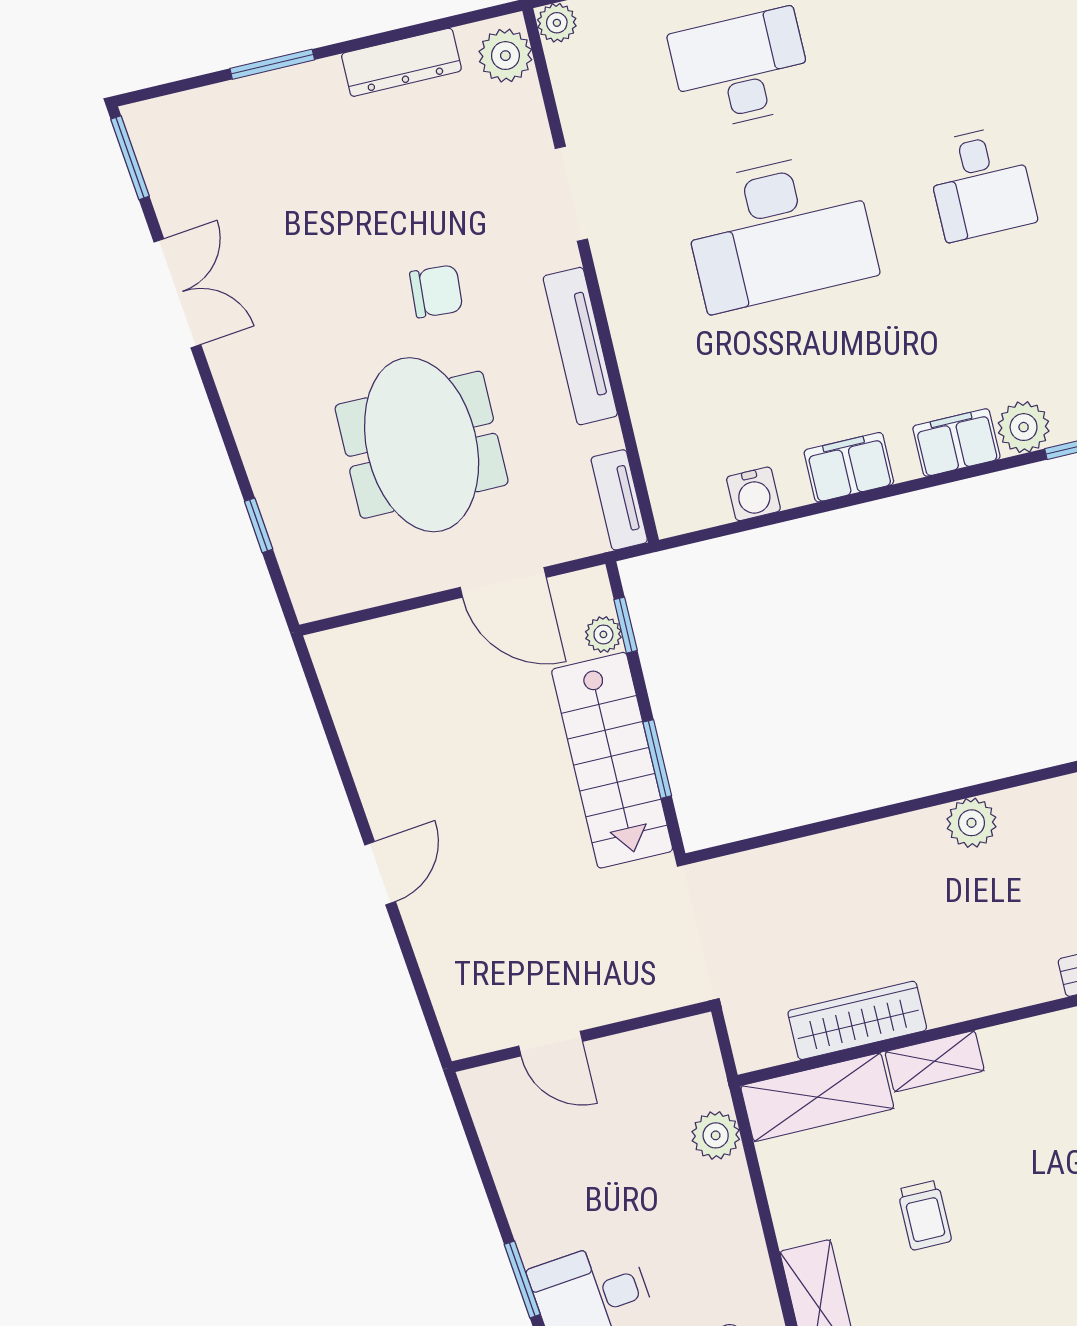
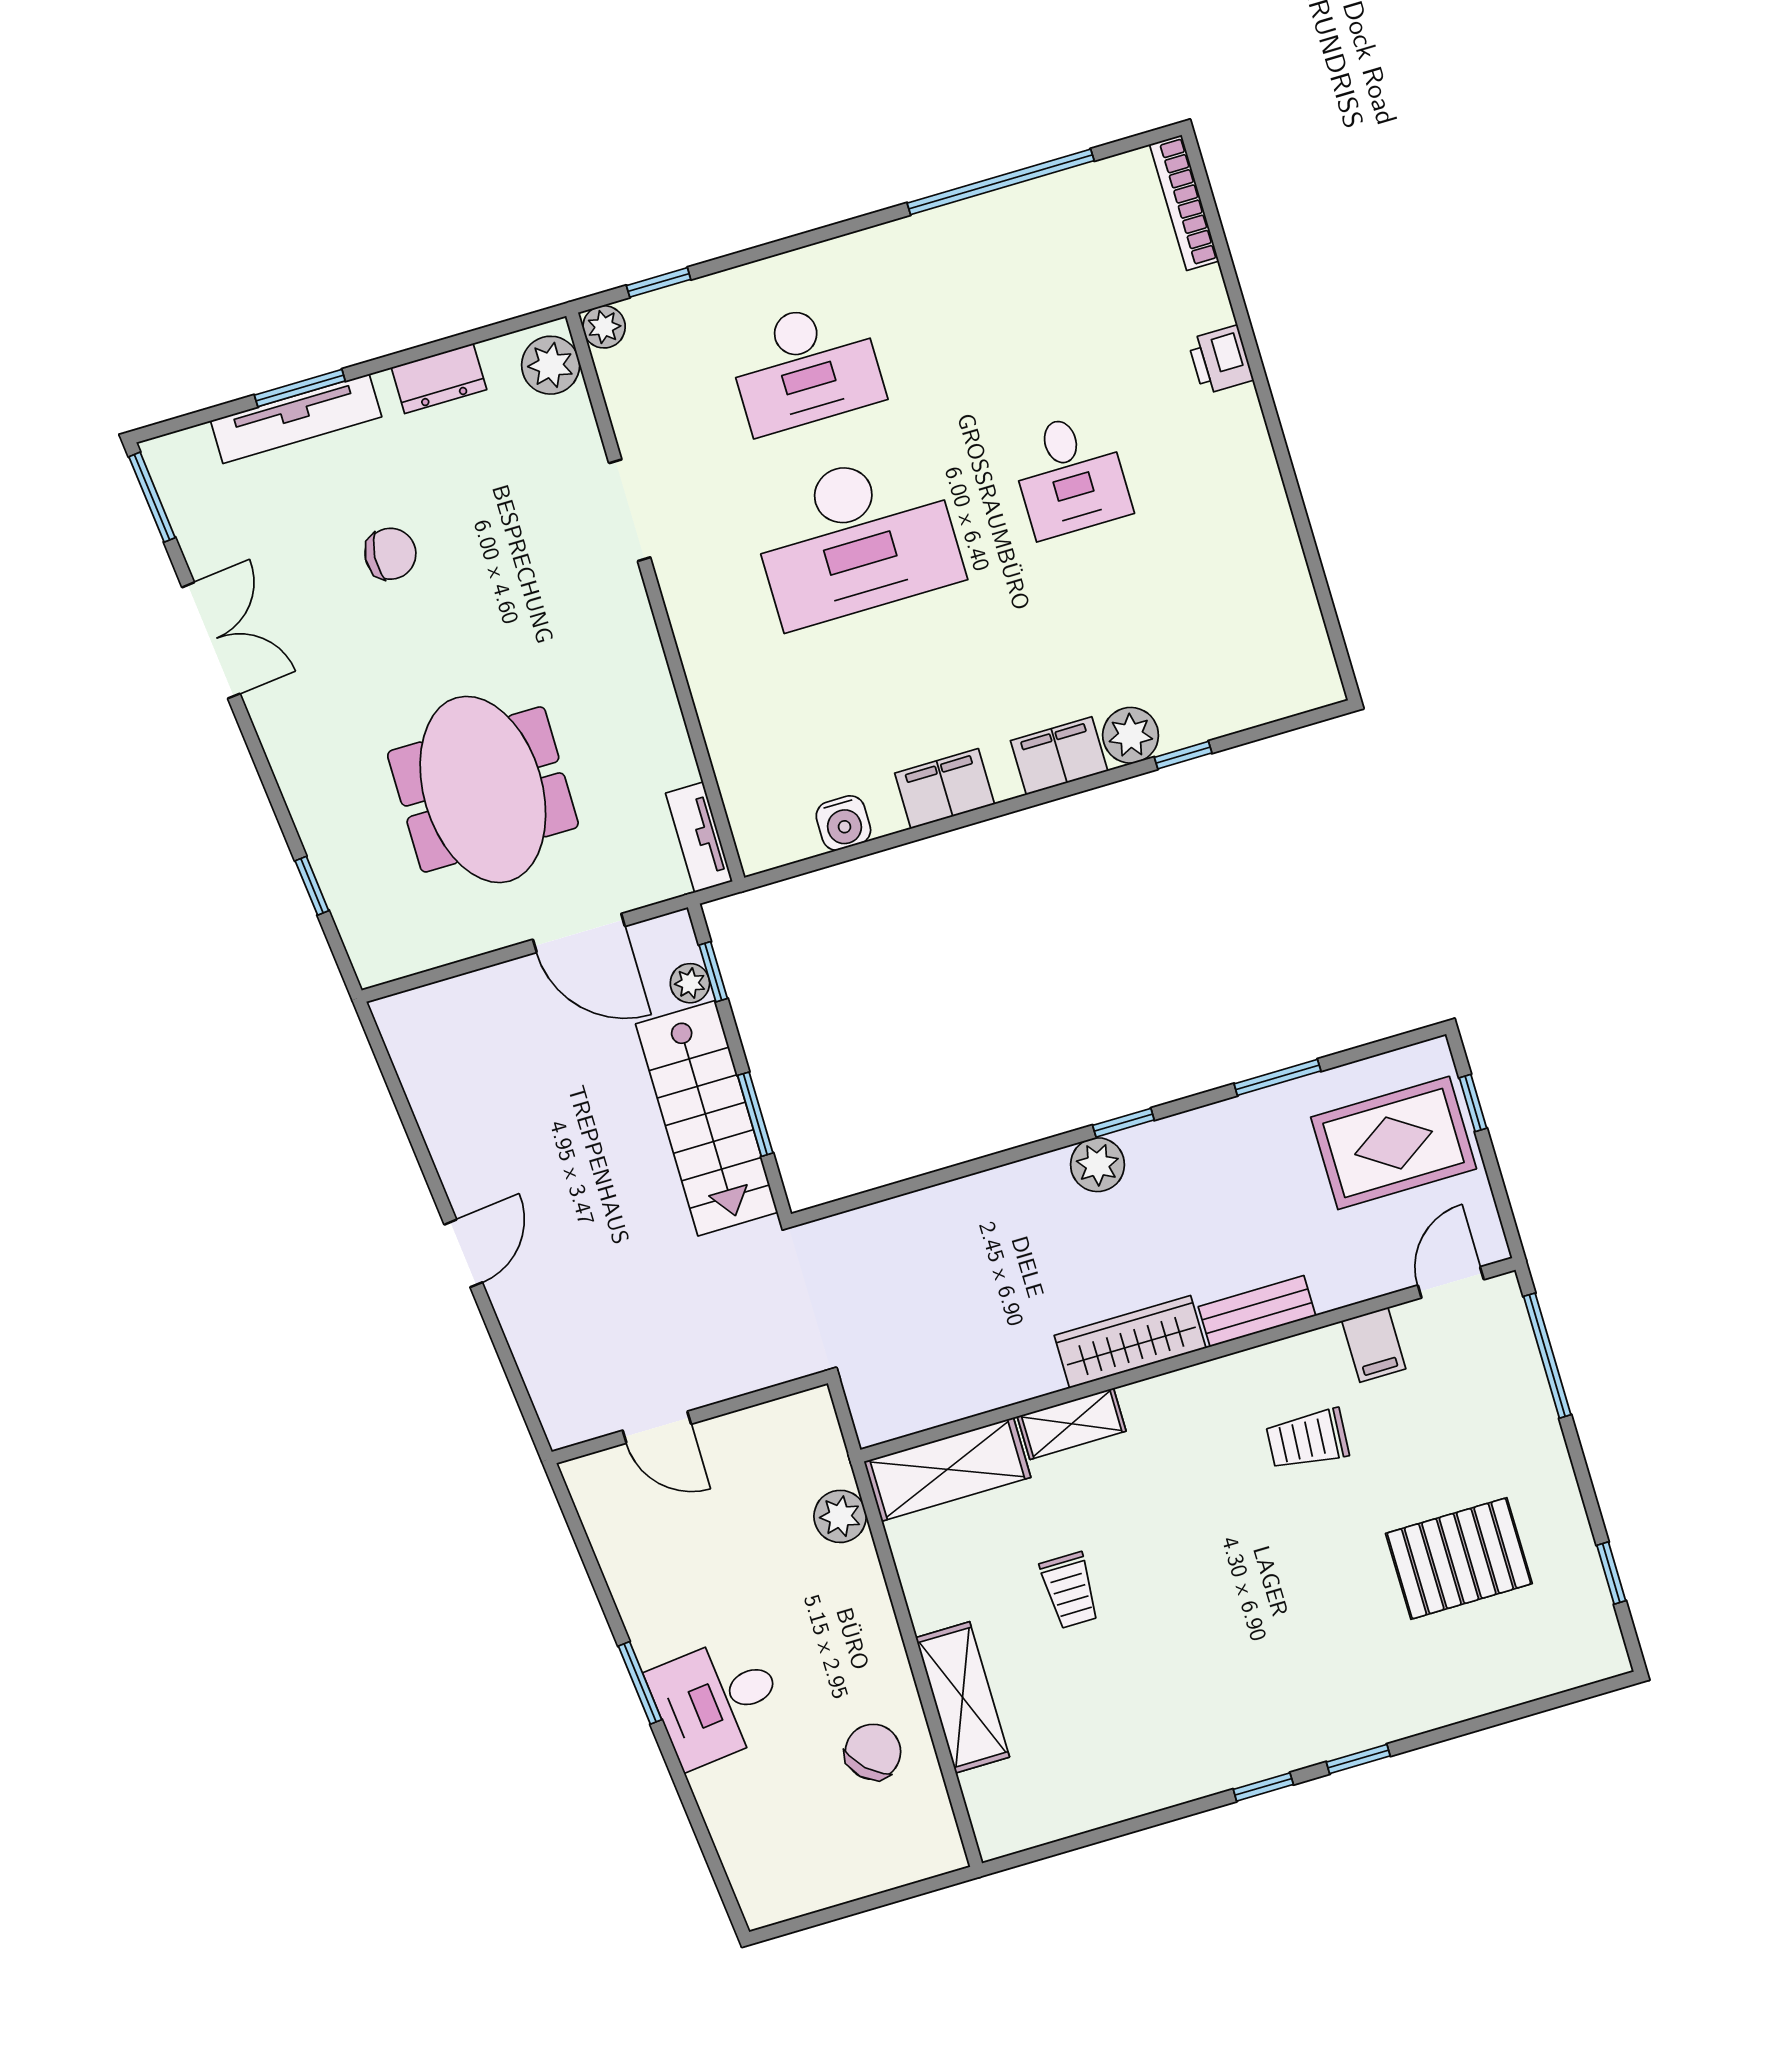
dresser: (401, 62) -> (439, 379), width x0.70
desk: (741, 69) -> (805, 366), turned 180
chair: (436, 291) -> (390, 554), moved
tv unit: (580, 346) -> (296, 419), moved, turned -90
window: (998, 785) -> (1123, 1123), added
wardrobe: (857, 1020) -> (1130, 1342), moved

